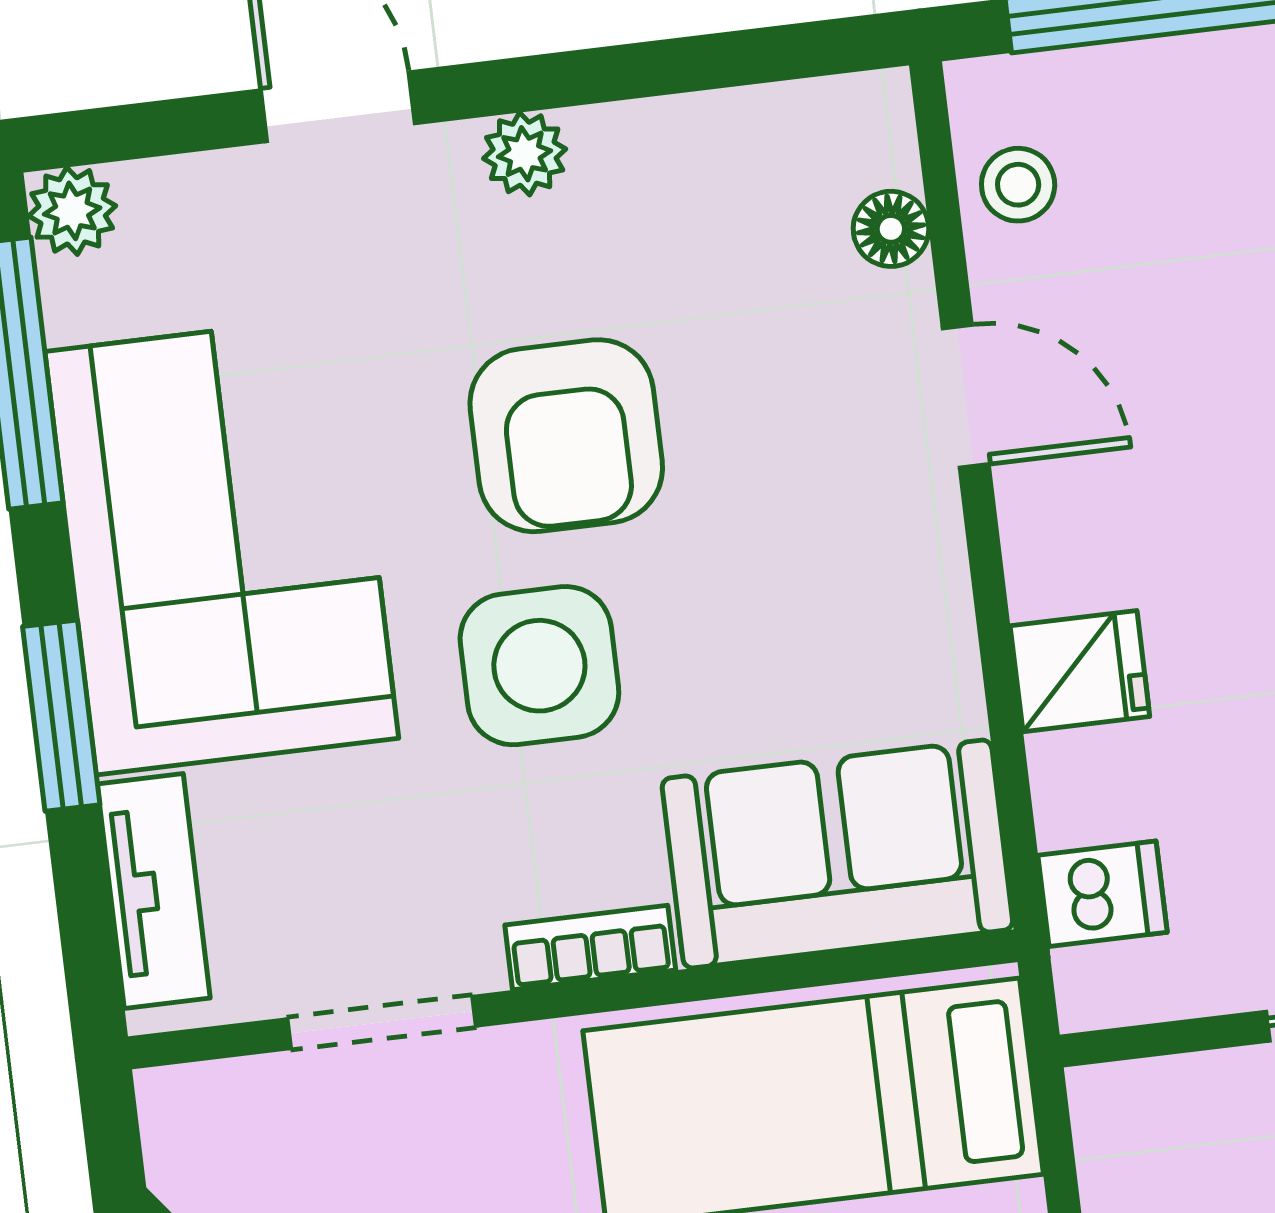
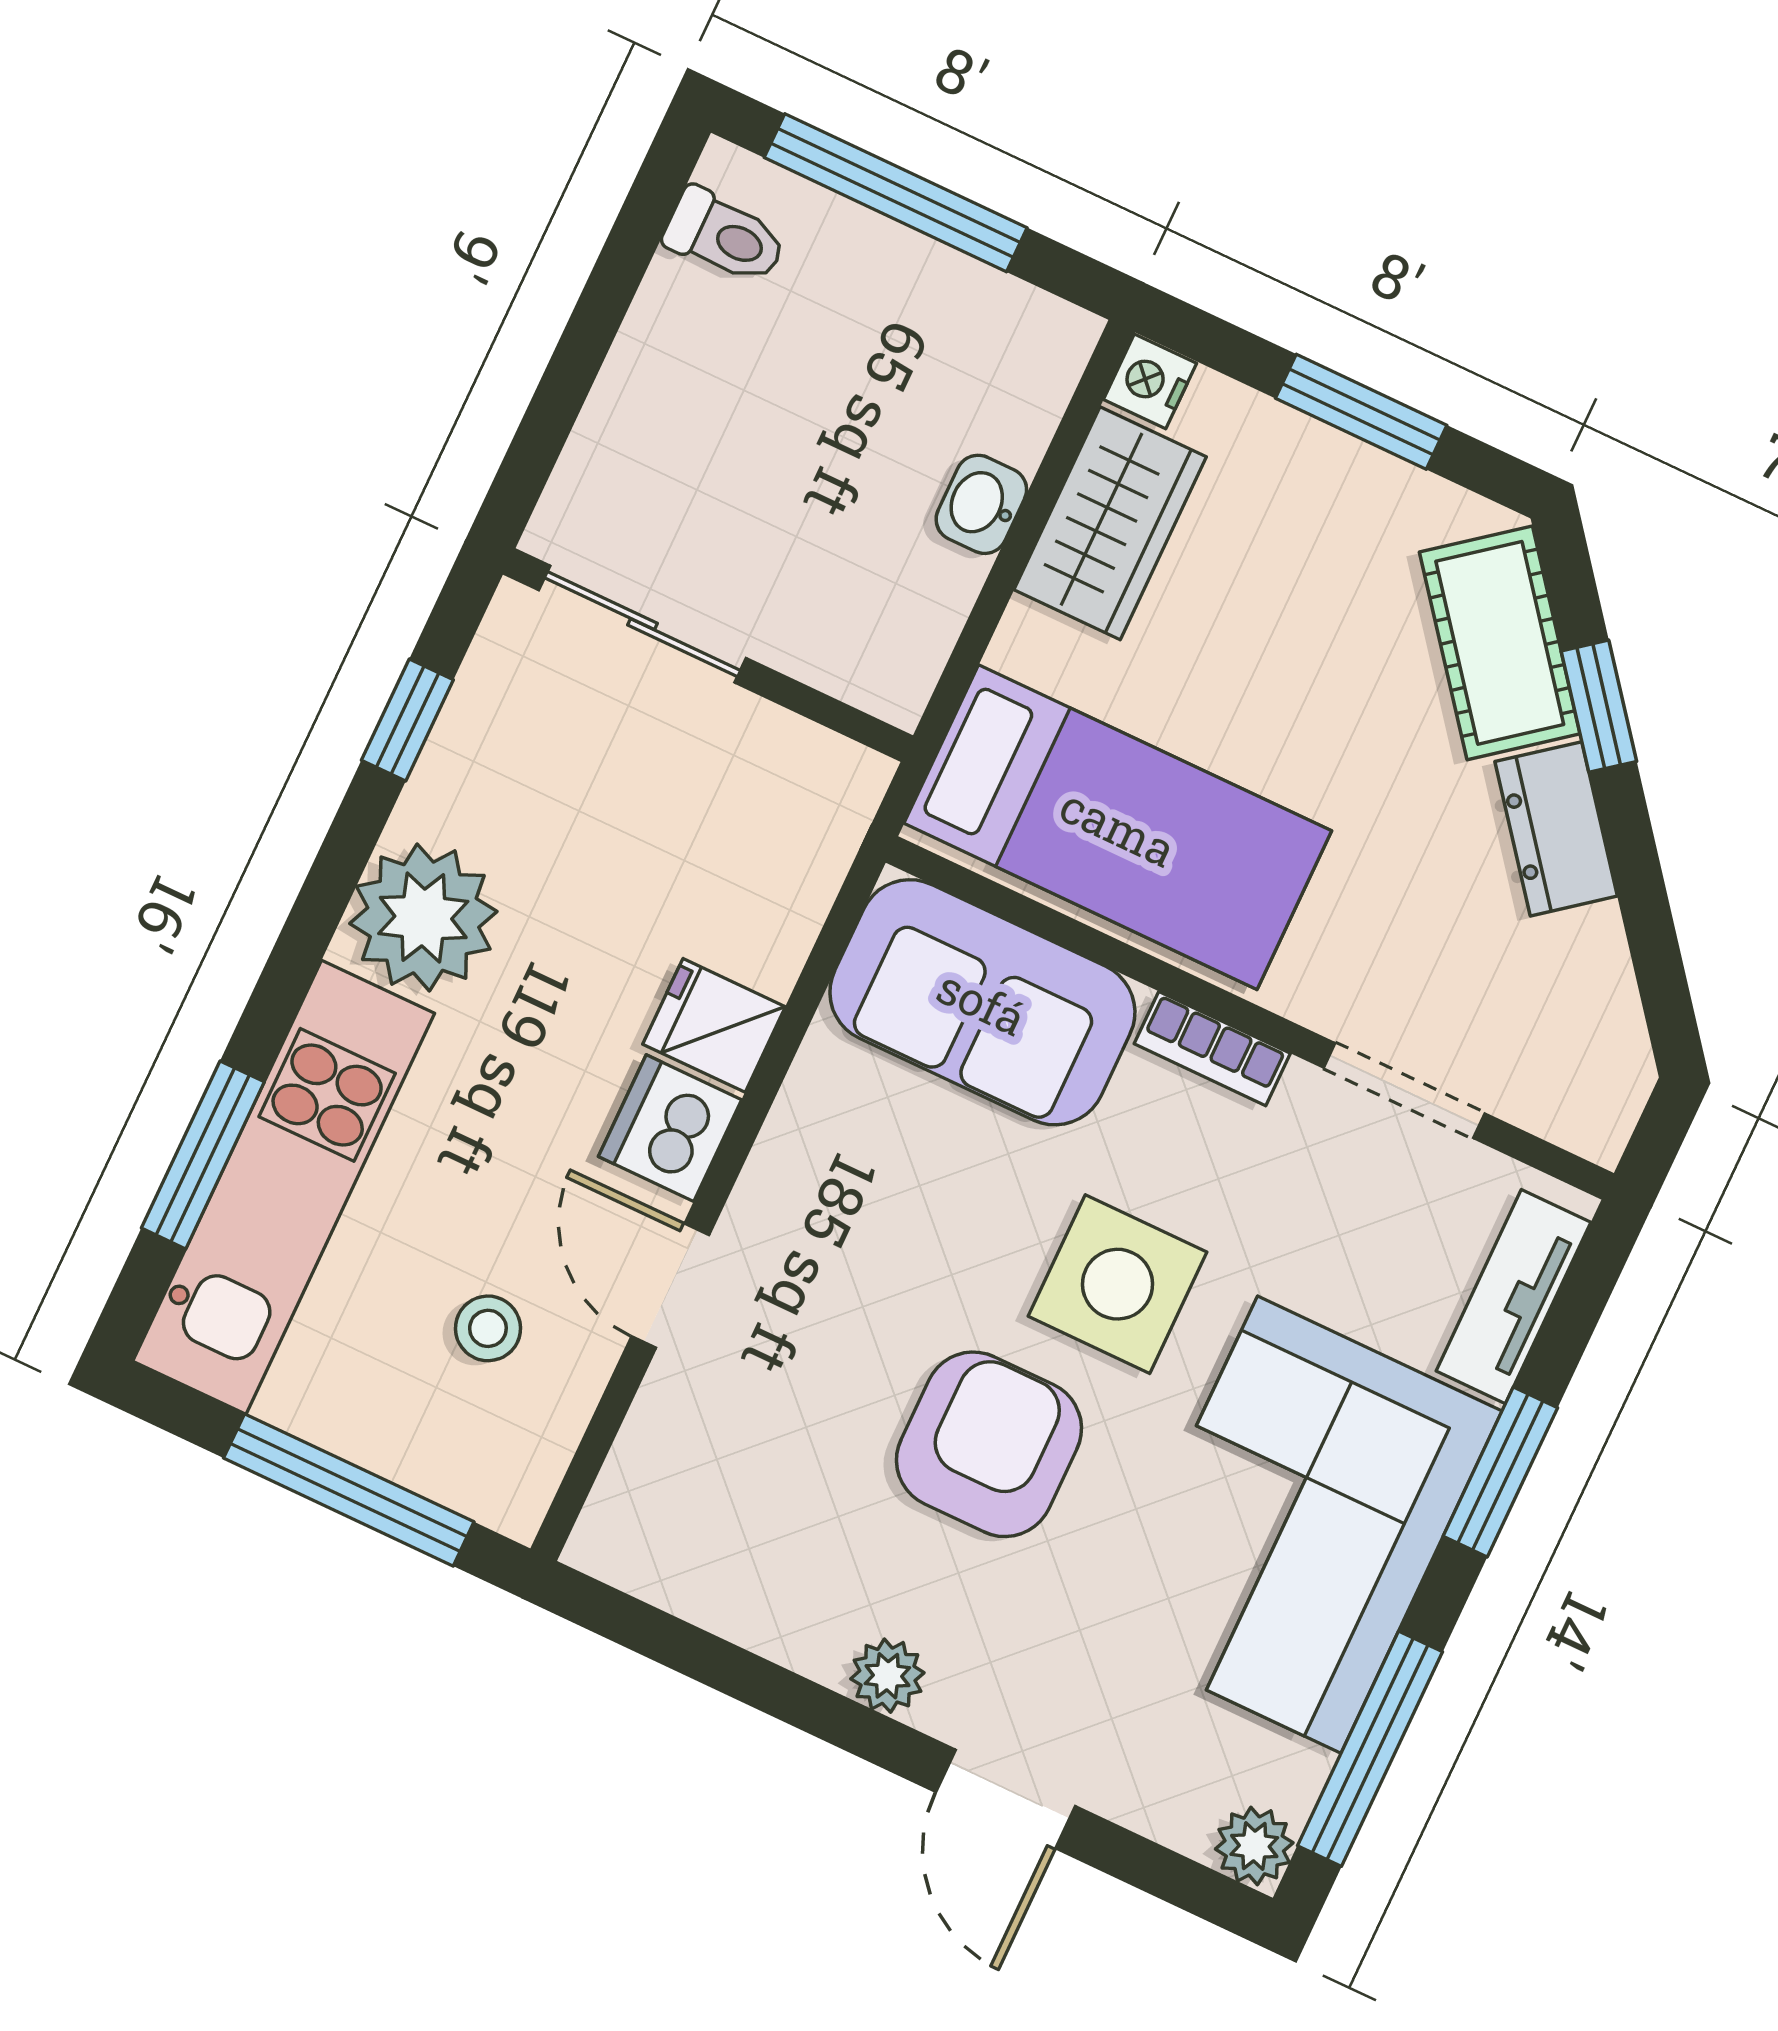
stool: (1018, 185) -> (488, 1328), moved
floor lamp: (891, 229) -> (648, 1447), removed
dishwasher: (1102, 894) -> (670, 1128), moved, width x1.38

